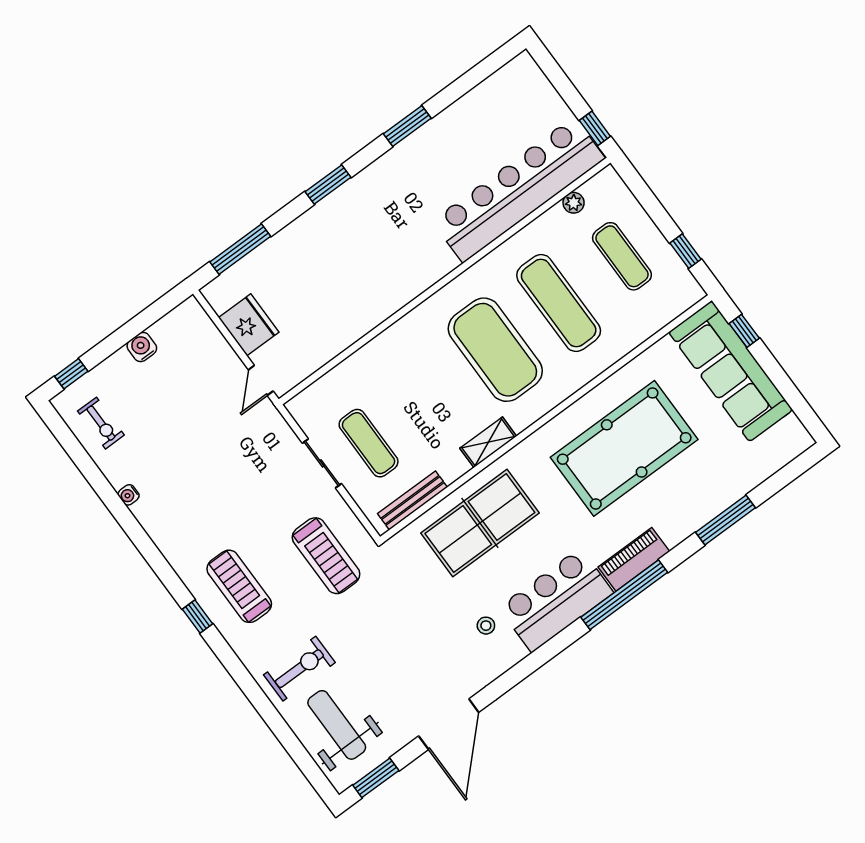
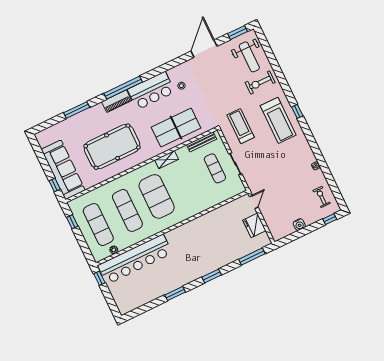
exercise mat: (622, 256) -> (98, 225), width x1.36, depth x1.45
treadmill: (239, 586) -> (278, 120), width x1.37, depth x1.38

